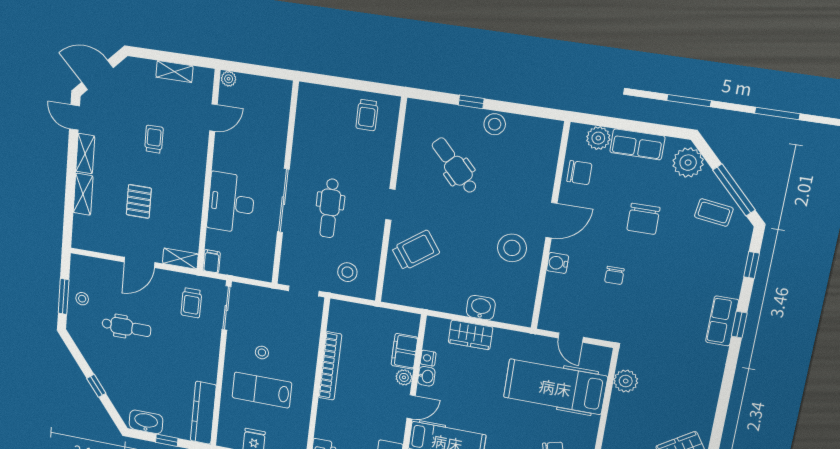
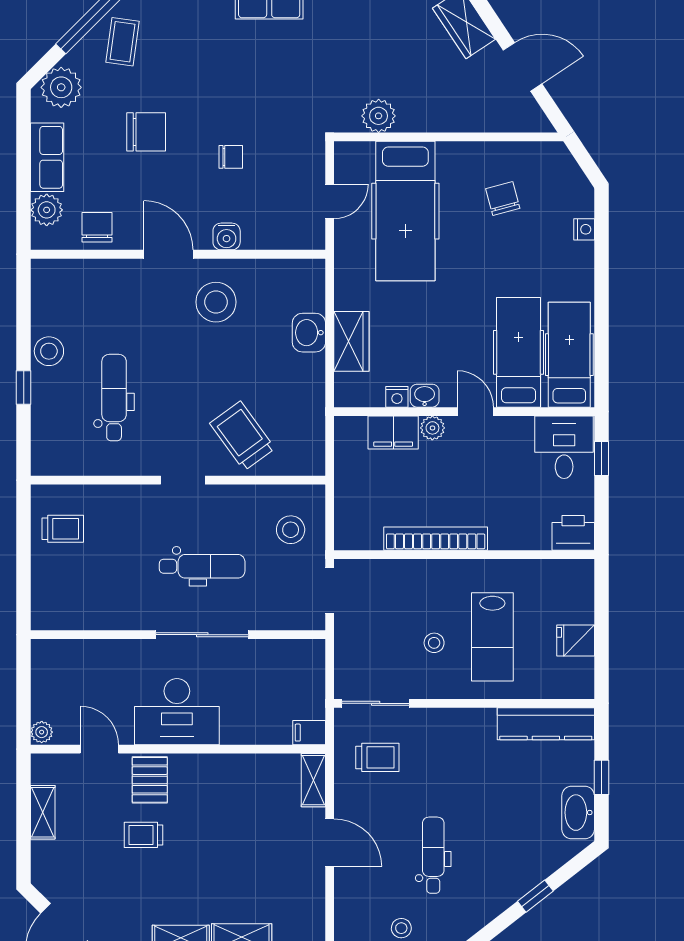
dental chair: (455, 166) -> (114, 398), turned 134
pallet: (139, 201) -> (150, 780), moved, turned 90
desk: (231, 203) -> (177, 712), moved

